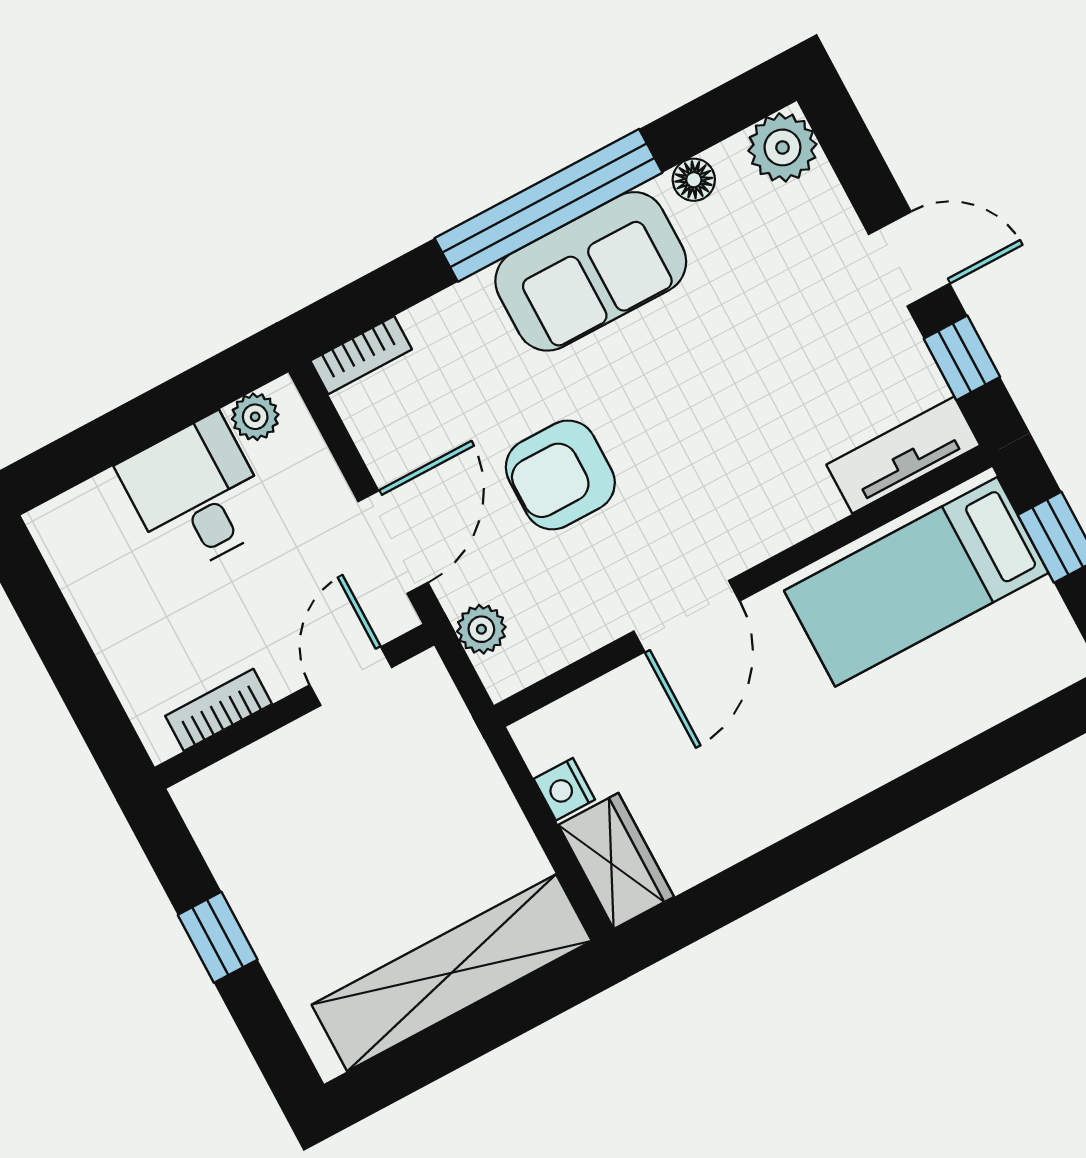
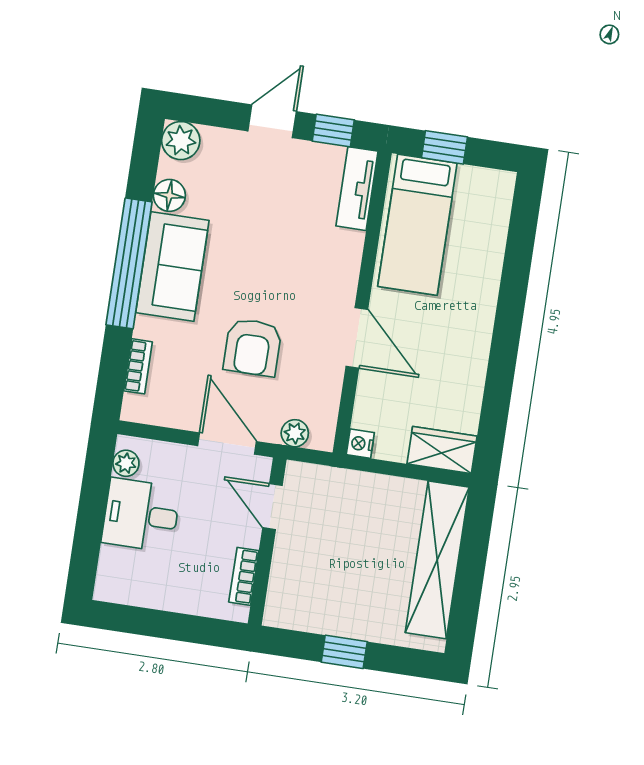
floor lamp: (694, 180) -> (169, 195), width x1.37, depth x1.37
bookcase: (361, 355) -> (138, 366), moved
nightstand: (564, 789) -> (360, 444), moved, turned 90

